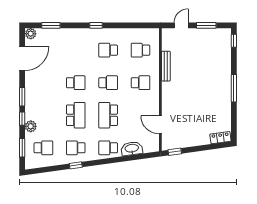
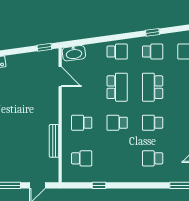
window: (96, 25) -> (99, 185), moved
school desk: (108, 50) -> (153, 158), moved, turned 180
washbasin: (132, 149) -> (74, 53), moved

